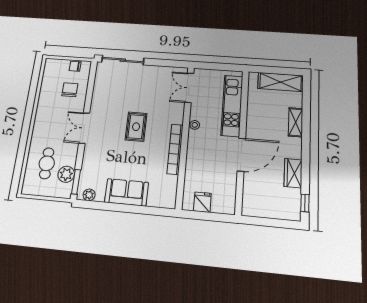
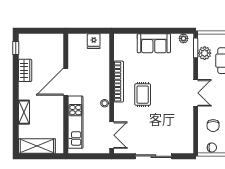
sliding door: (123, 60) -> (153, 156), moved
rug: (136, 127) -> (143, 95), moved

